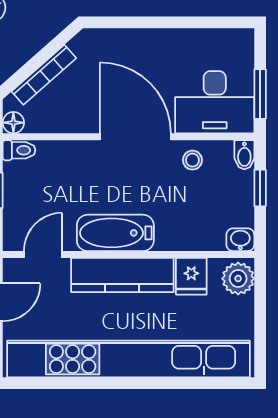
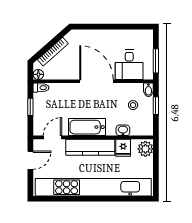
desk: (215, 102) -> (129, 65), width x0.73
stool: (192, 160) -> (133, 105), moved
washbasin: (240, 240) -> (123, 130), moved

